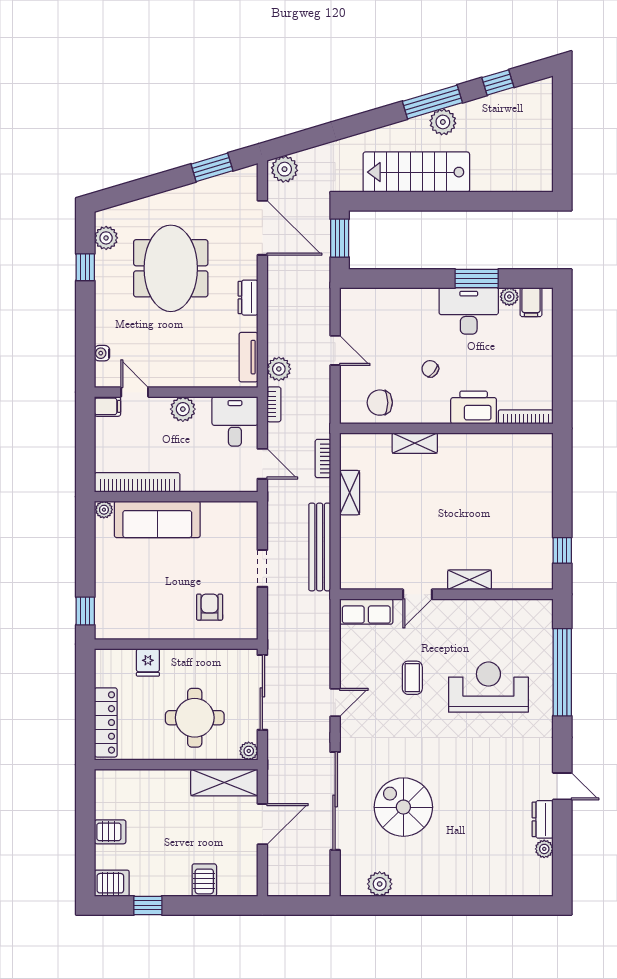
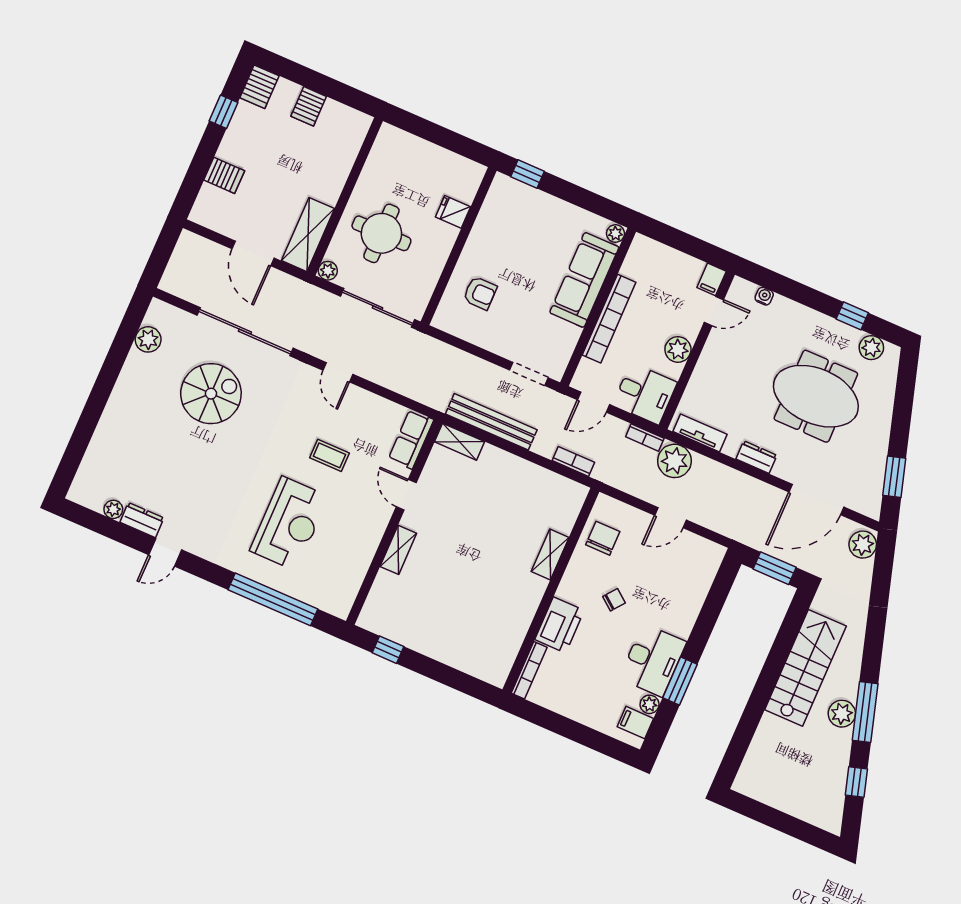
plant: (279, 369) -> (674, 461), width x1.36, depth x1.36
bookcase: (137, 482) -> (609, 319), moved
shelving: (350, 493) -> (459, 442), moved
doorway: (262, 568) -> (529, 374), moved
locker: (106, 722) -> (414, 147), removed

